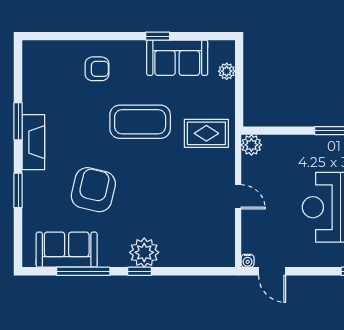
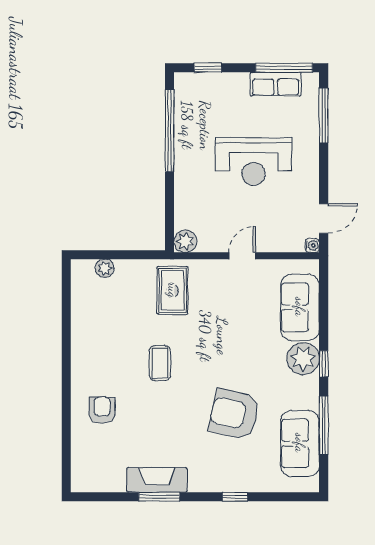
window: (158, 36) -> (66, 344), removed
sofa: (177, 58) -> (300, 307), moved, turned 180
coffee table: (140, 122) -> (160, 363), width x0.54, depth x0.58
fireplace: (33, 142) -> (157, 480), moved
window: (18, 190) -> (235, 497), width x0.67

